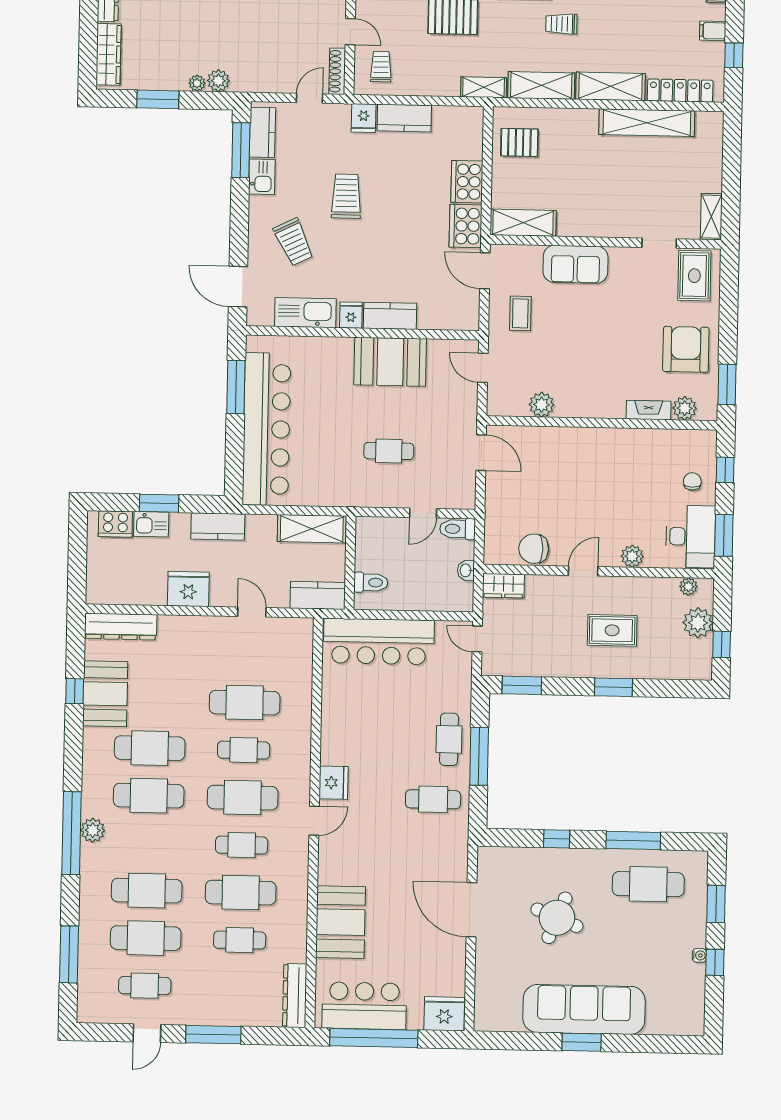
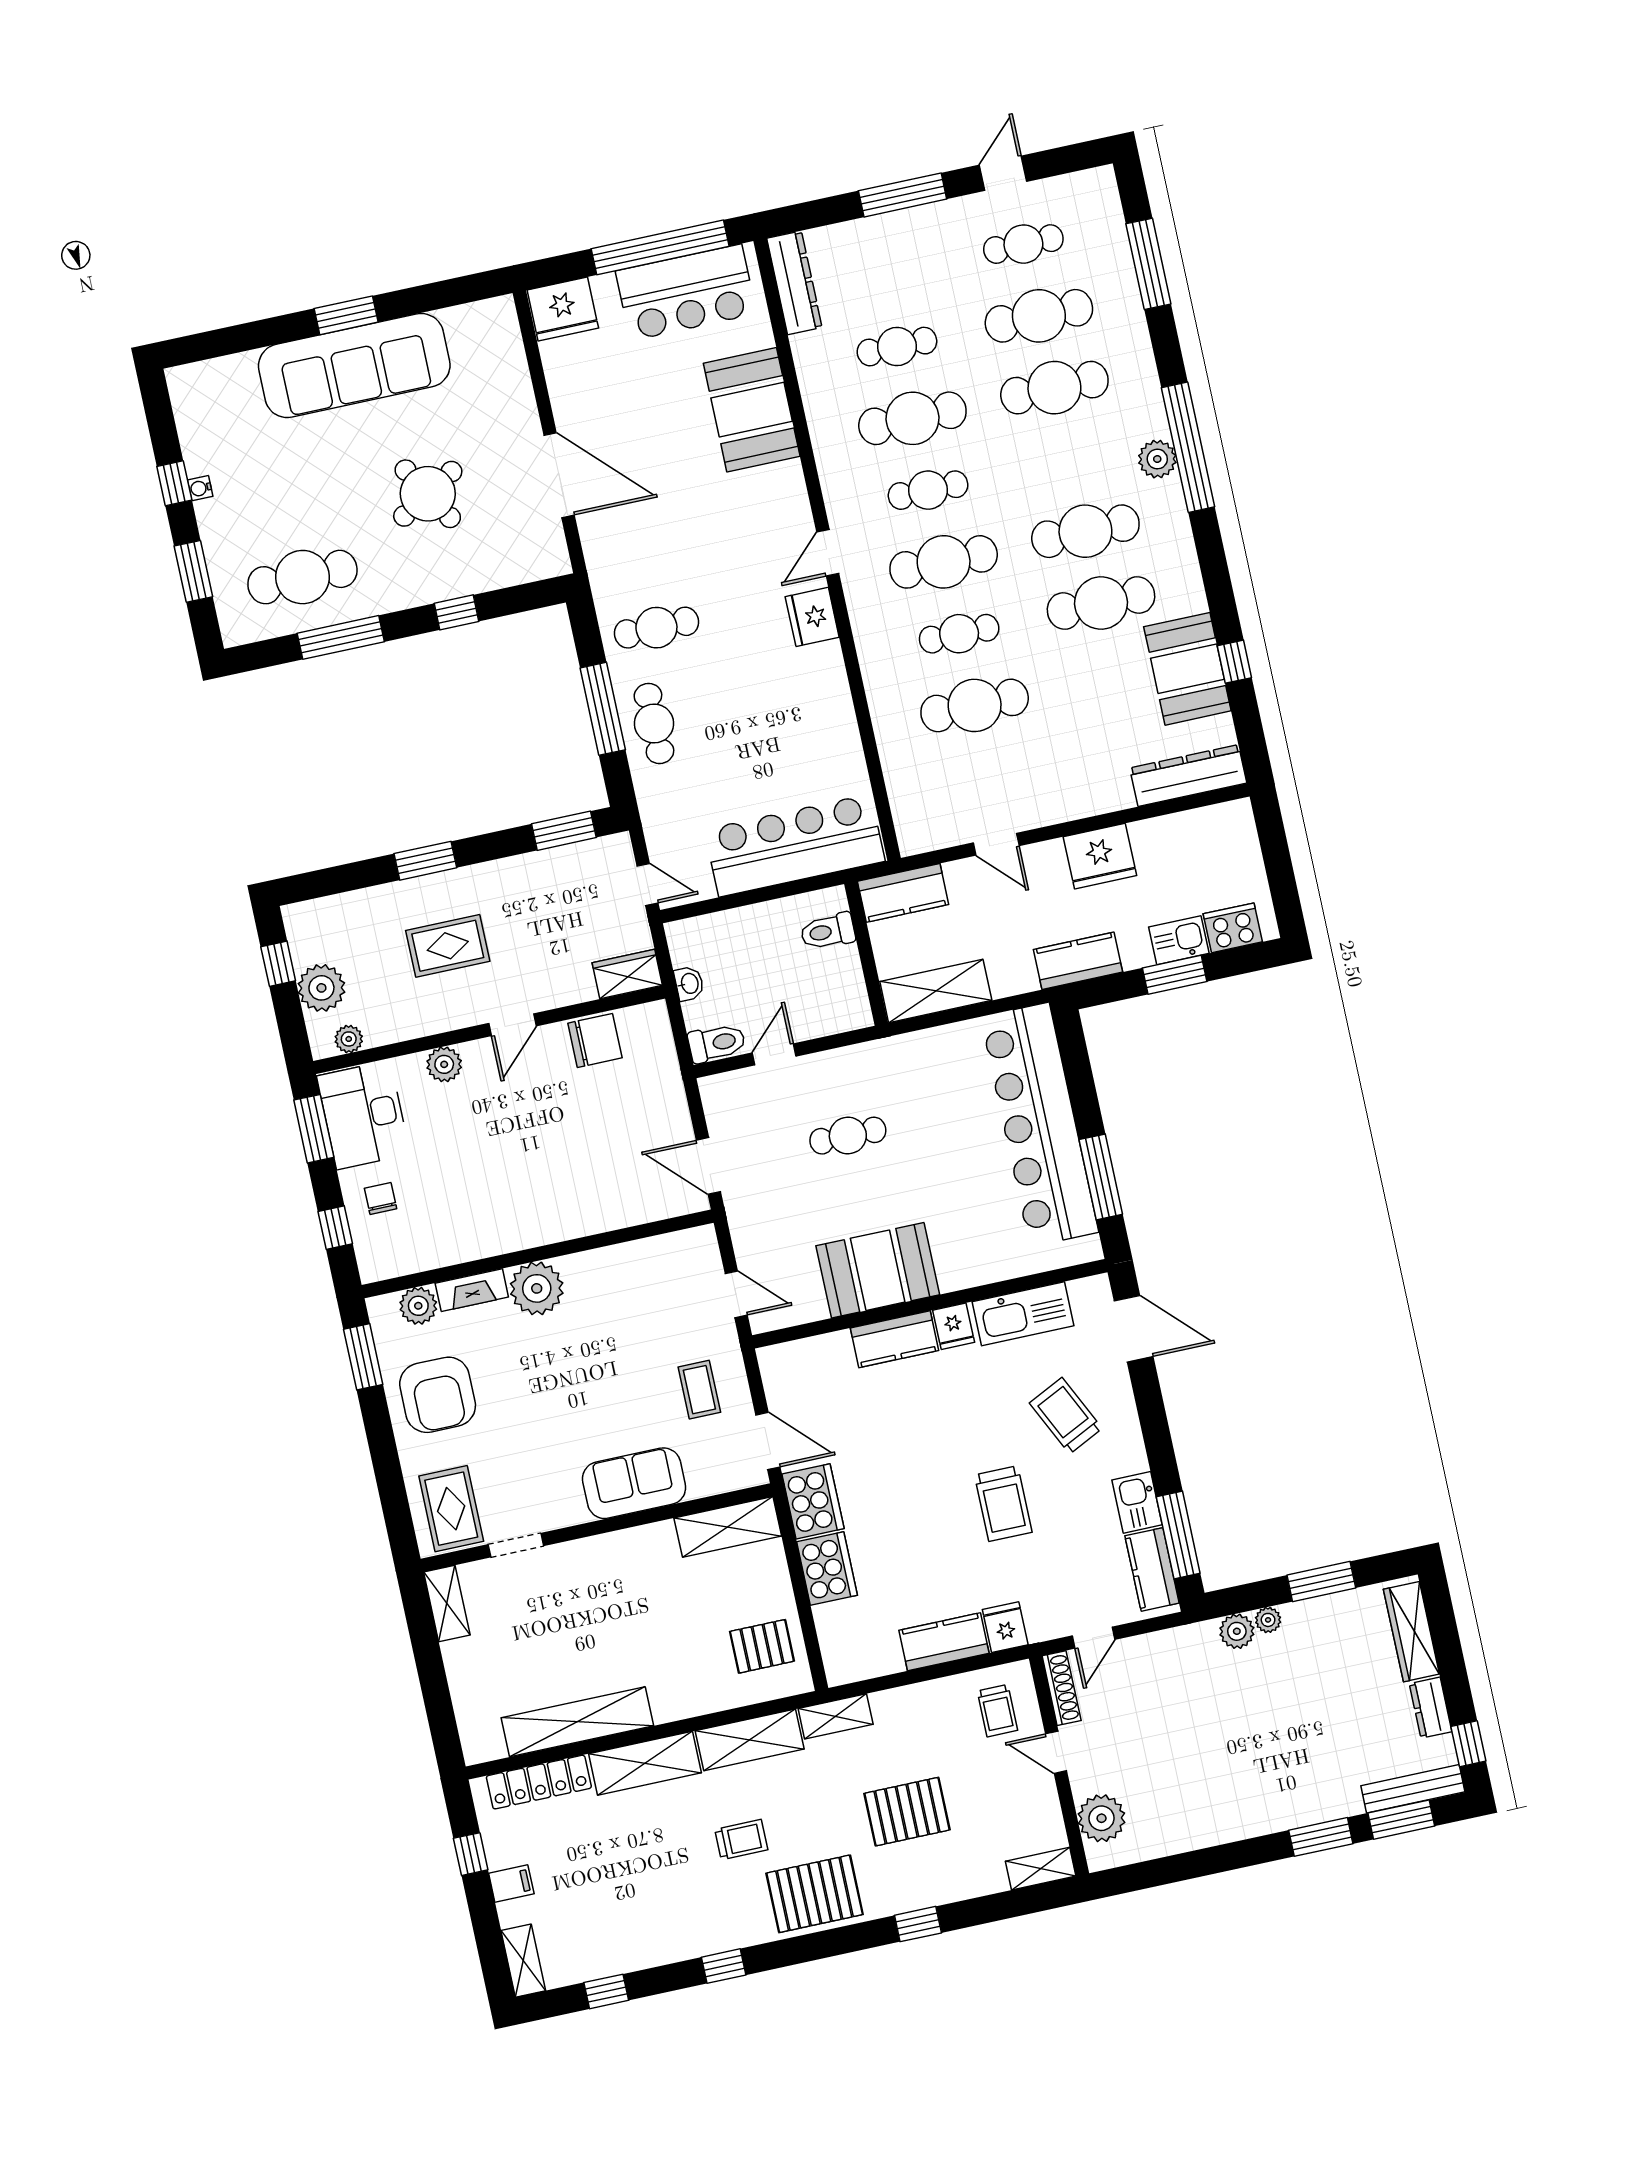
plant: (542, 405) -> (537, 1288), moved, width x1.36, depth x1.36
chair: (692, 481) -> (381, 1199), turned 180
round table: (557, 918) -> (428, 494), turned 37

